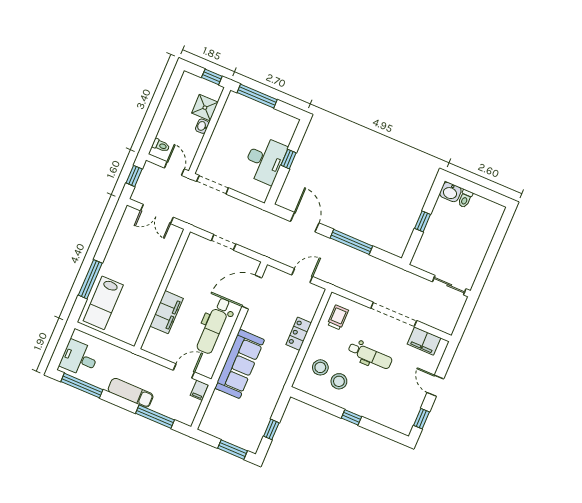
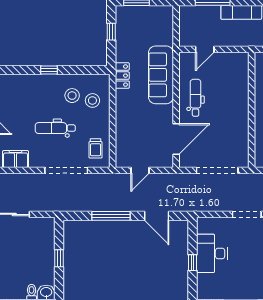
doorway: (224, 242) -> (217, 170), width x1.88
filing cabinet: (167, 312) -> (240, 92), removed
doorway: (394, 314) -> (66, 170), moved
dental chair: (214, 326) -> (196, 98), width x0.73, depth x0.72
locker: (299, 334) -> (122, 76), moved
filing cabinet: (199, 390) -> (185, 39), removed

